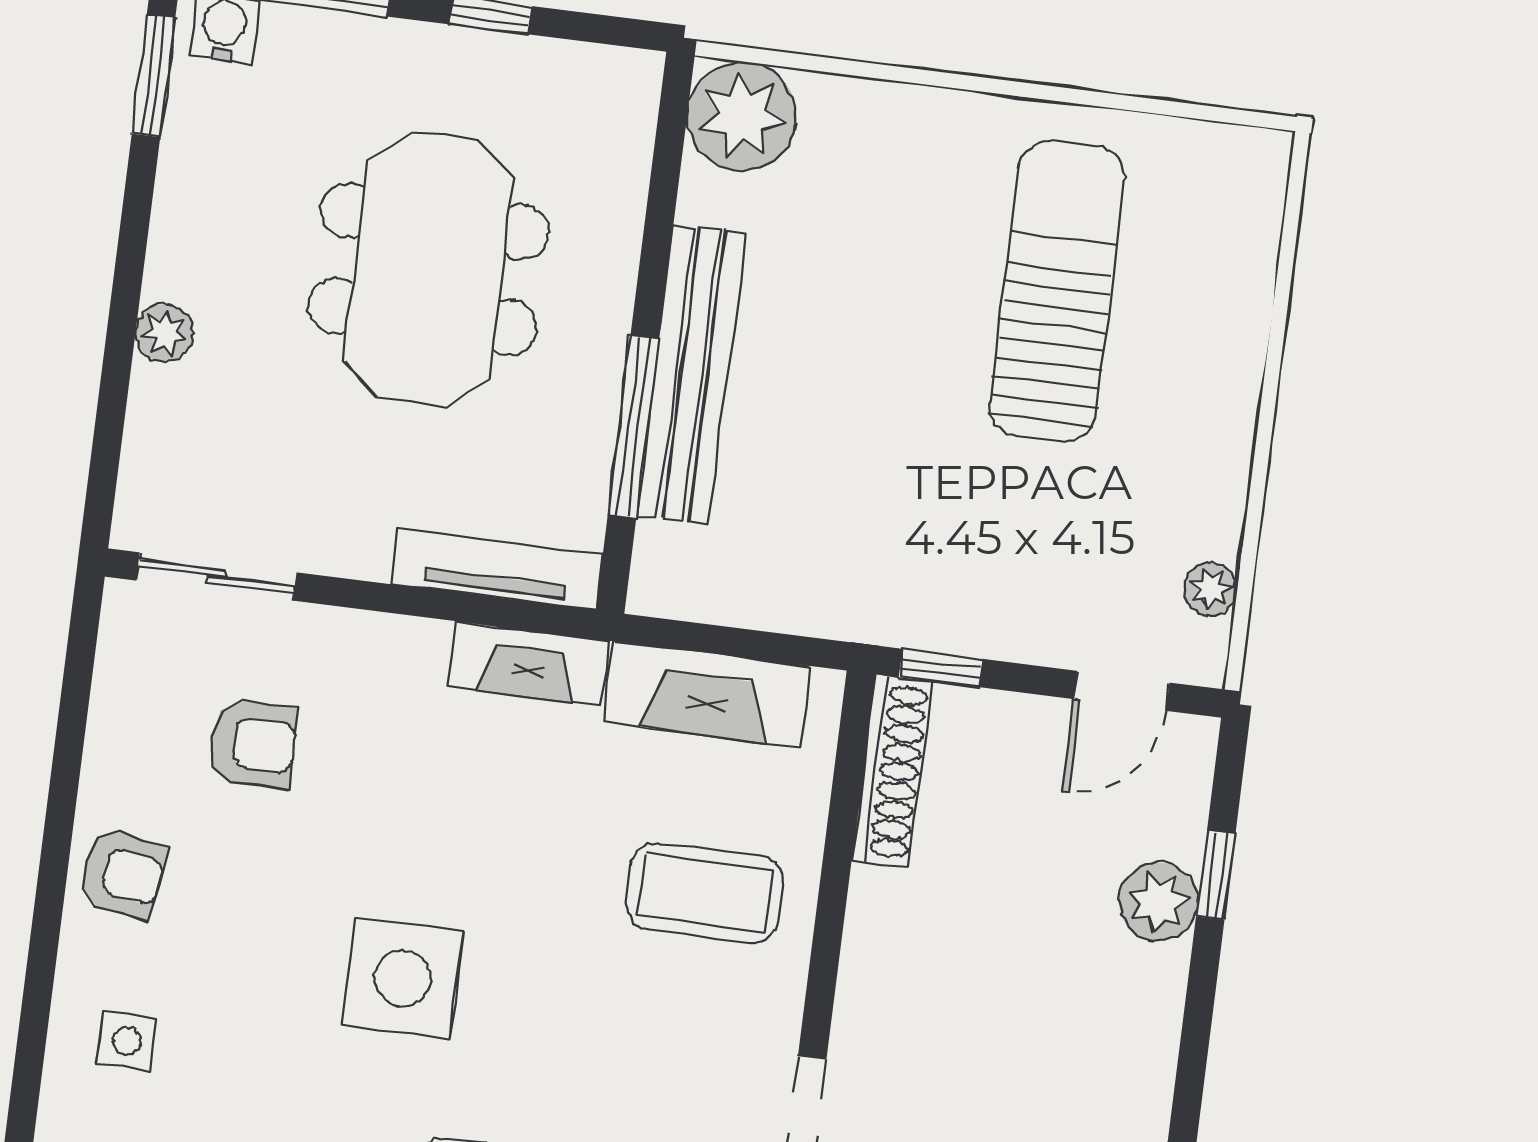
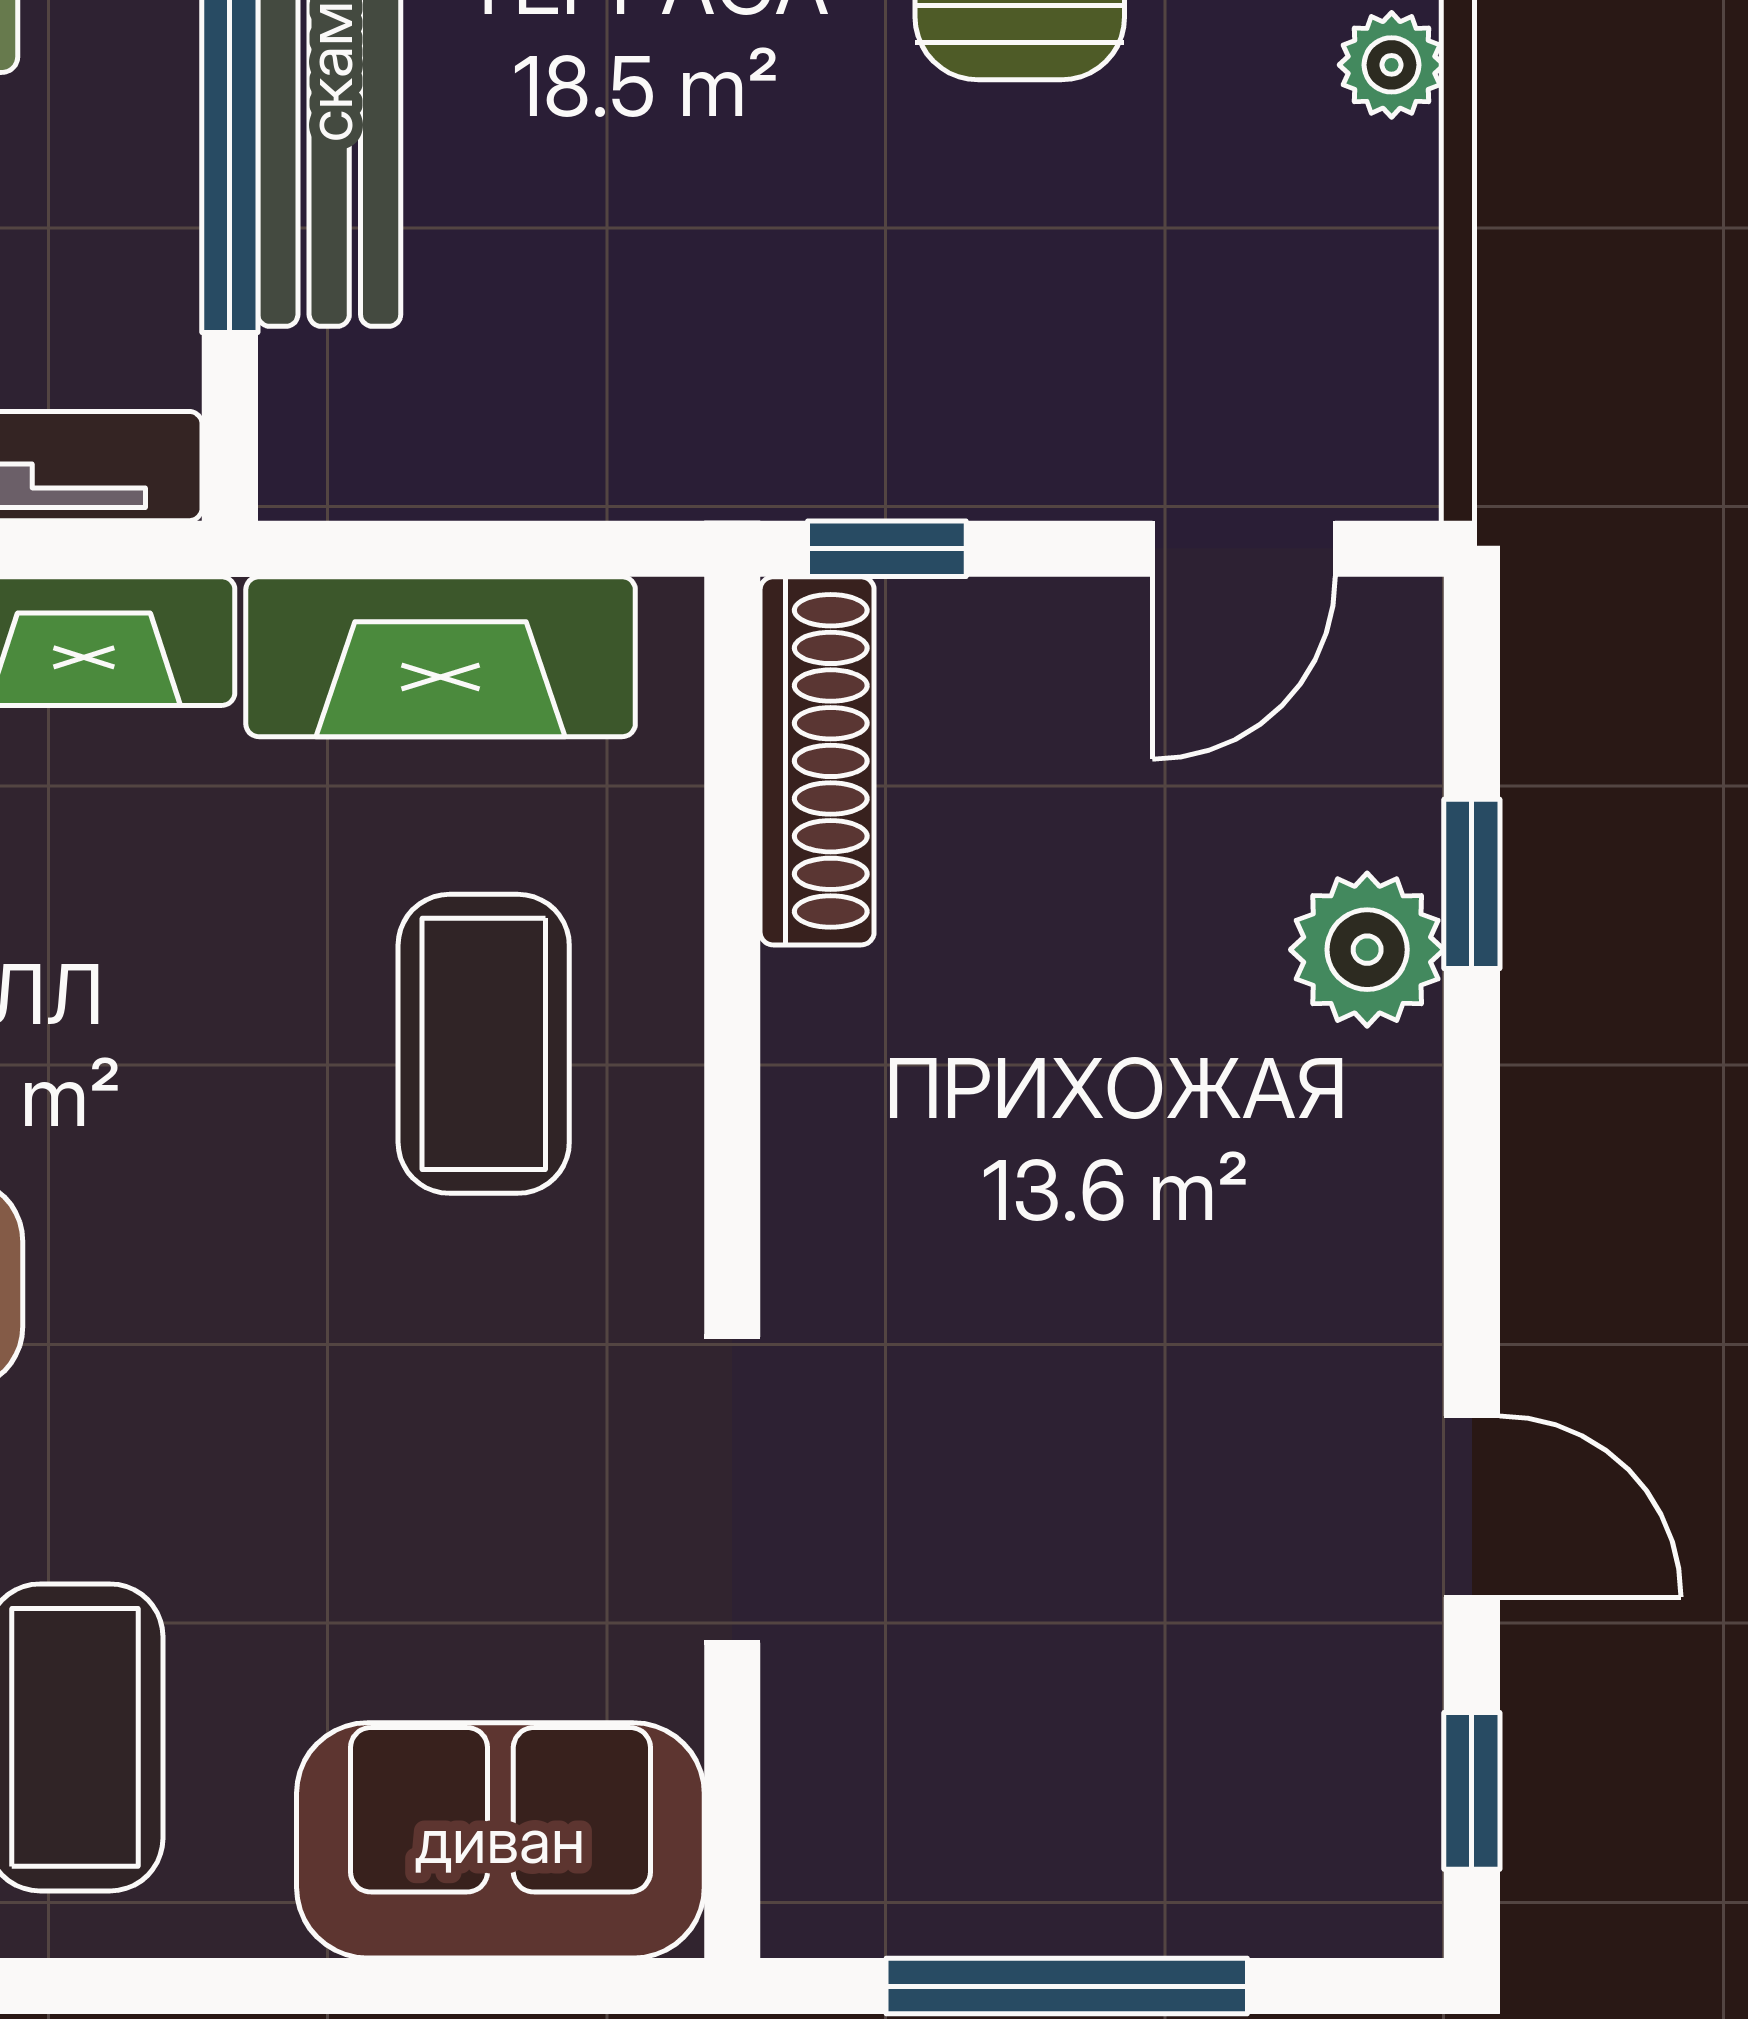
plant: (1211, 589) -> (1392, 65), moved
coffee table: (705, 893) -> (484, 1044), turned 90

